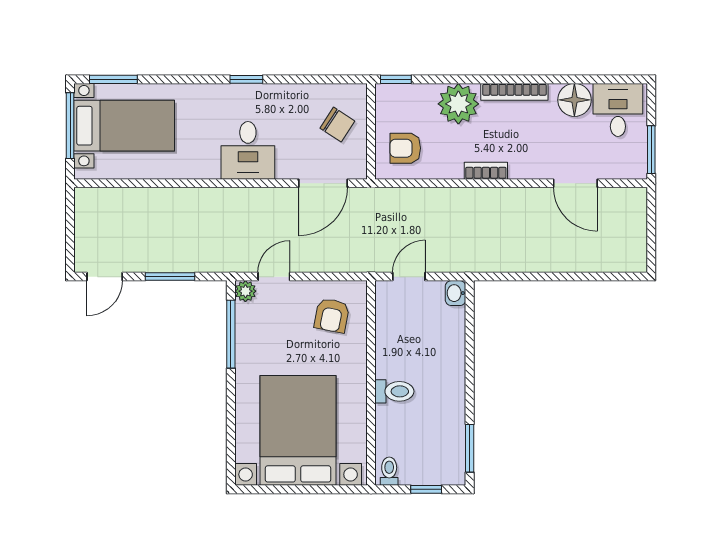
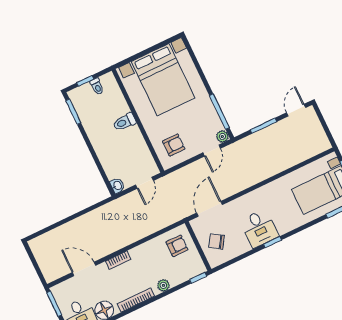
plant: (458, 104) -> (163, 285), width x0.53, depth x0.53
desk: (248, 150) -> (259, 228), moved, turned 180
bookcase: (486, 171) -> (118, 260), moved
armchair: (332, 315) -> (174, 145), turned 79
toilet: (389, 471) -> (97, 86), moved

